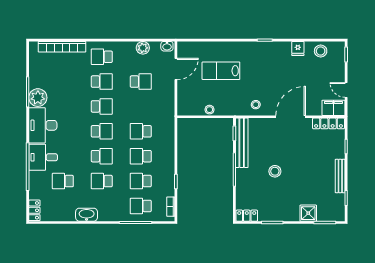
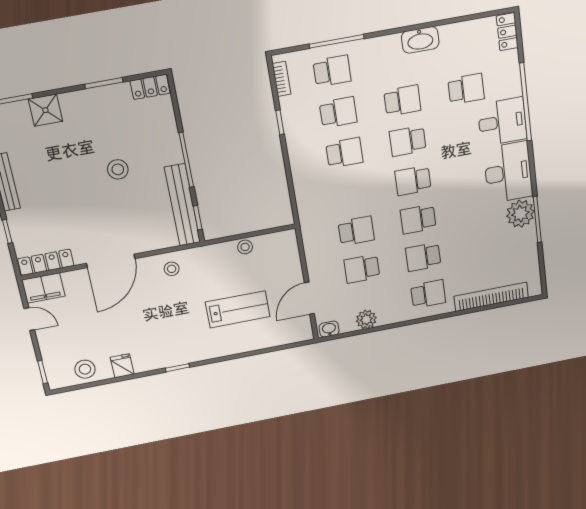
school desk: (141, 131) -> (356, 231), moved

